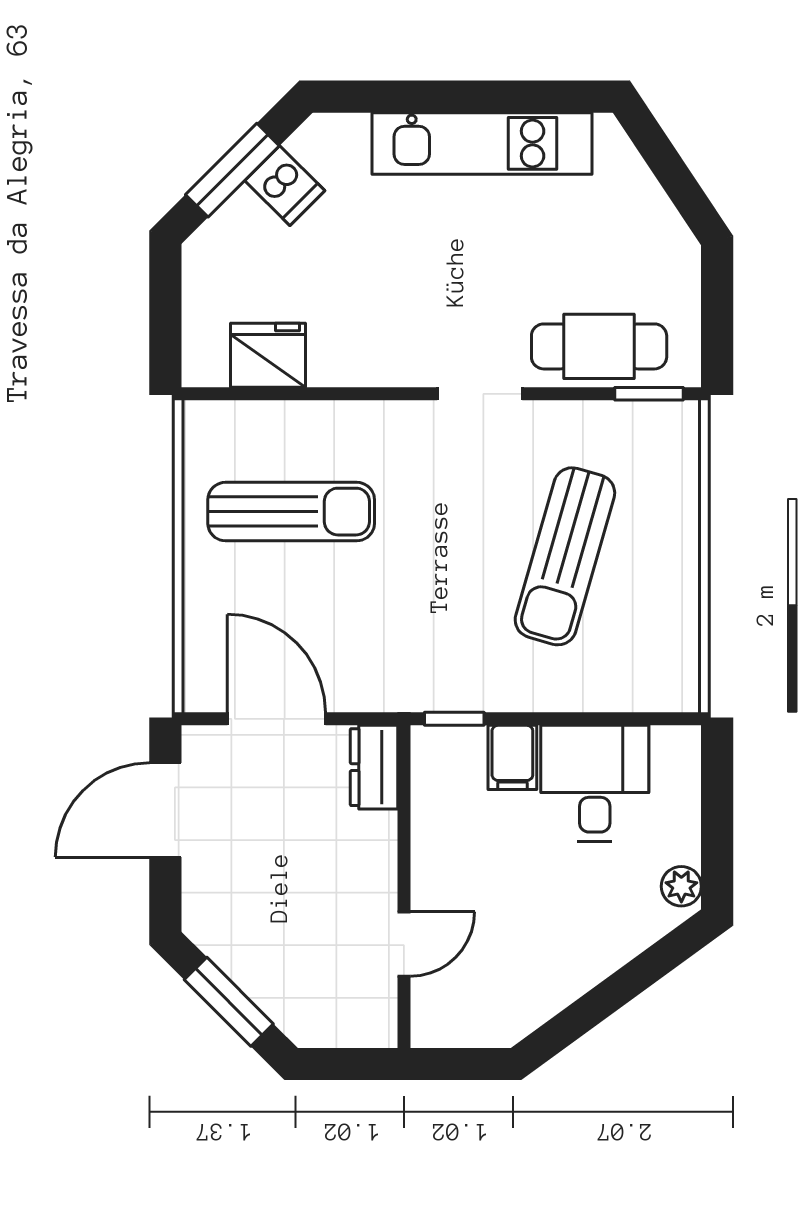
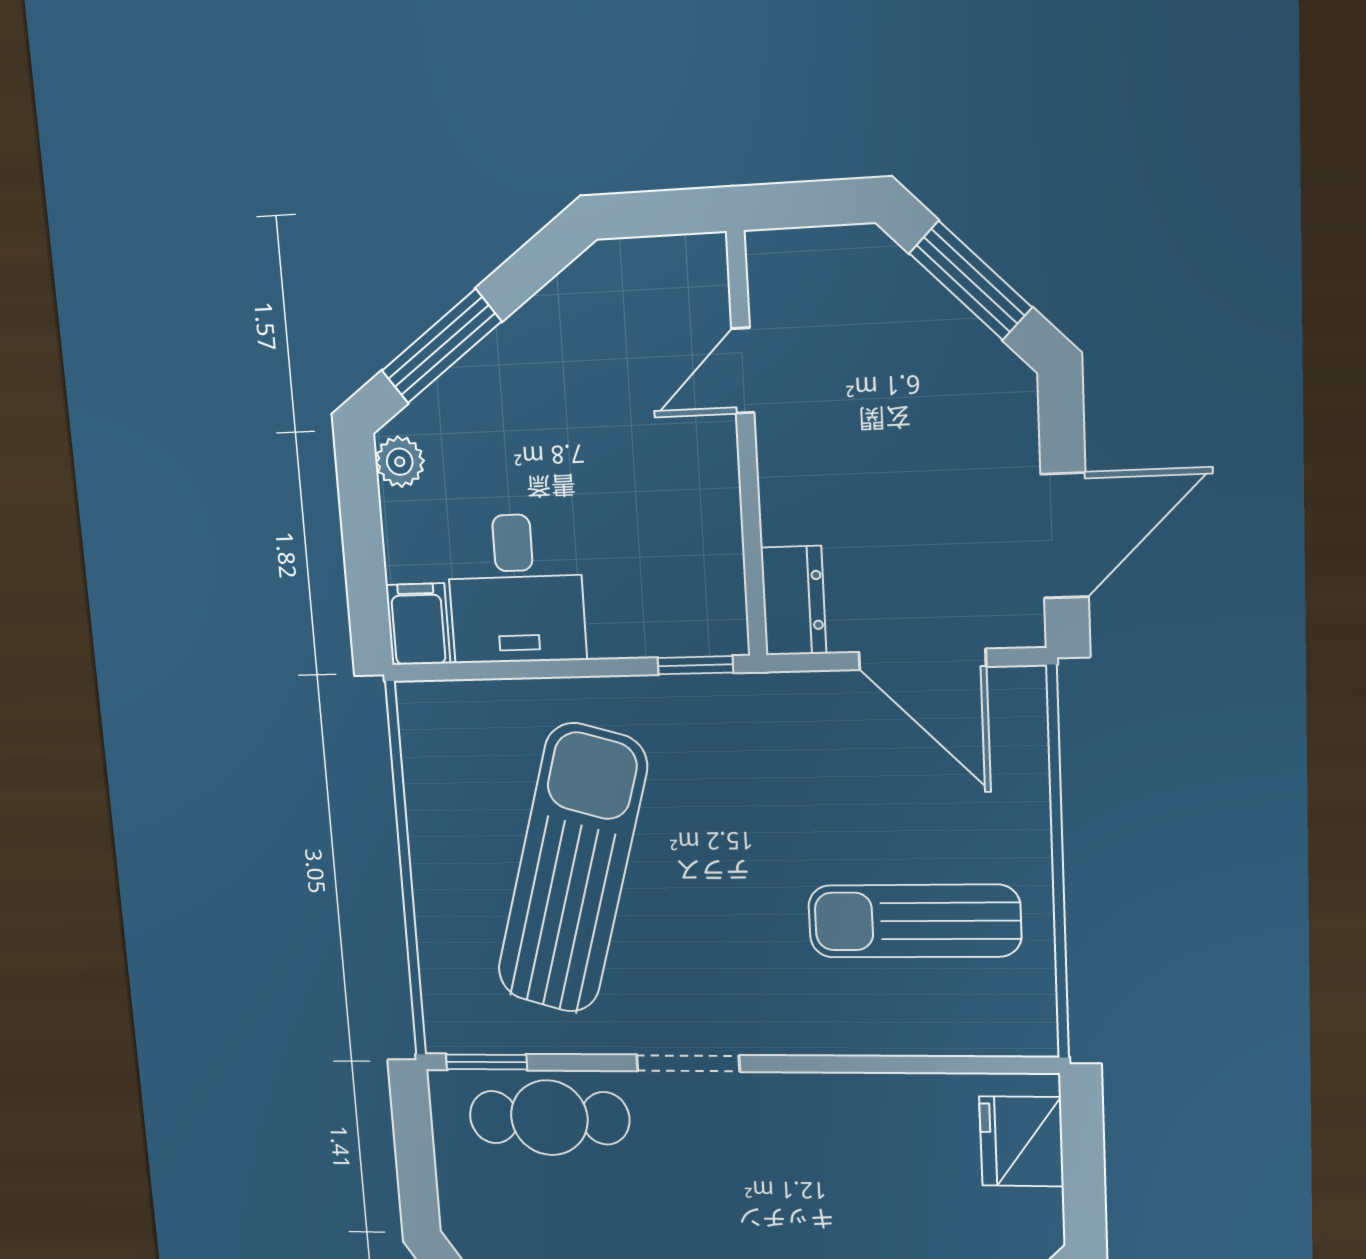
fridge: (268, 355) -> (1021, 1141), moved, turned 90
sun lounger: (565, 556) -> (572, 869), width x1.36, depth x1.34
filing cabinet: (512, 757) -> (418, 624), moved
window: (640, 974) -> (442, 346), added

